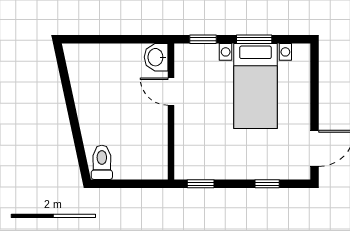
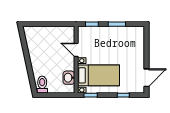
washbasin: (156, 57) -> (69, 78), moved
bed with nightstands: (255, 86) -> (99, 75), moved, turned -90

